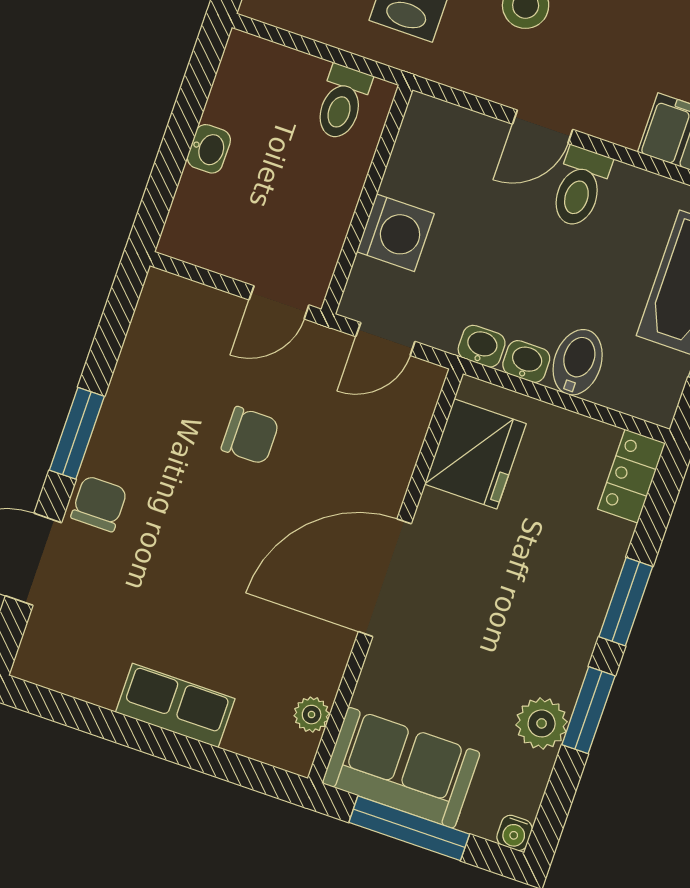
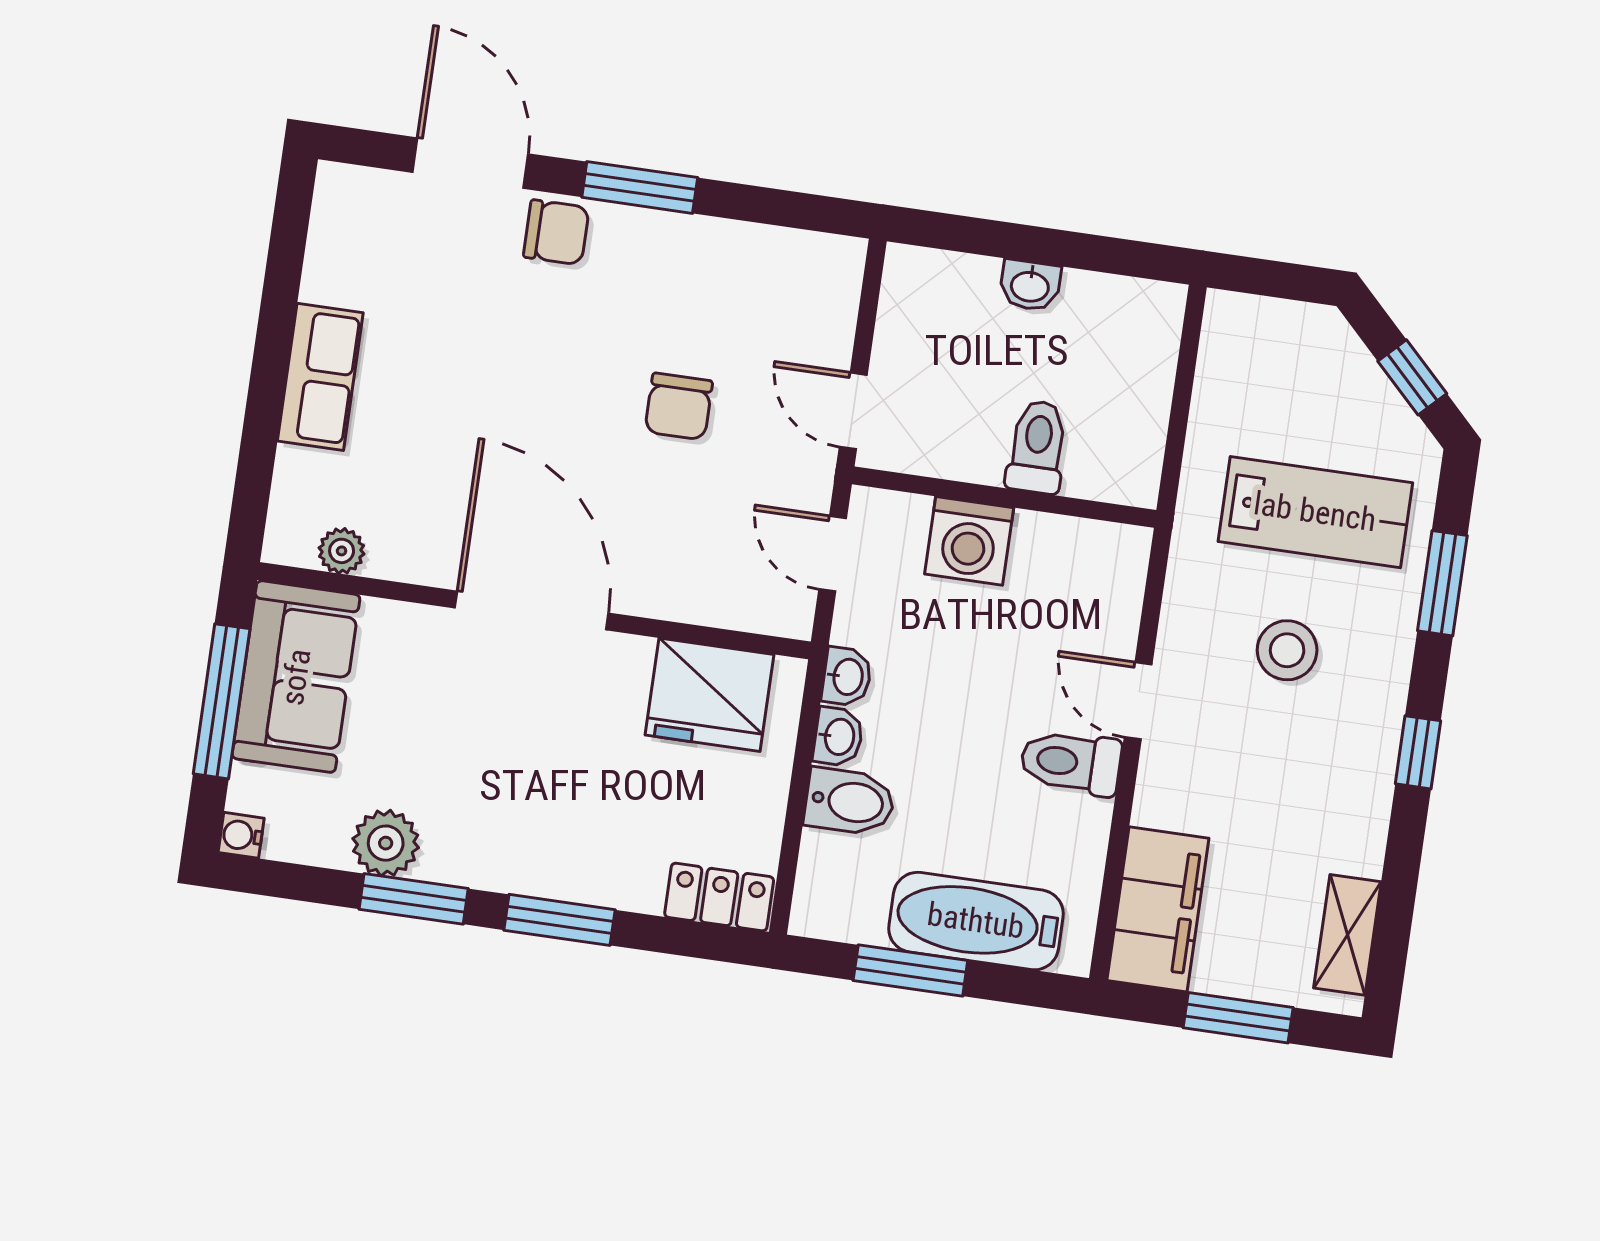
toilet: (342, 103) -> (1037, 447), moved, turned 90

